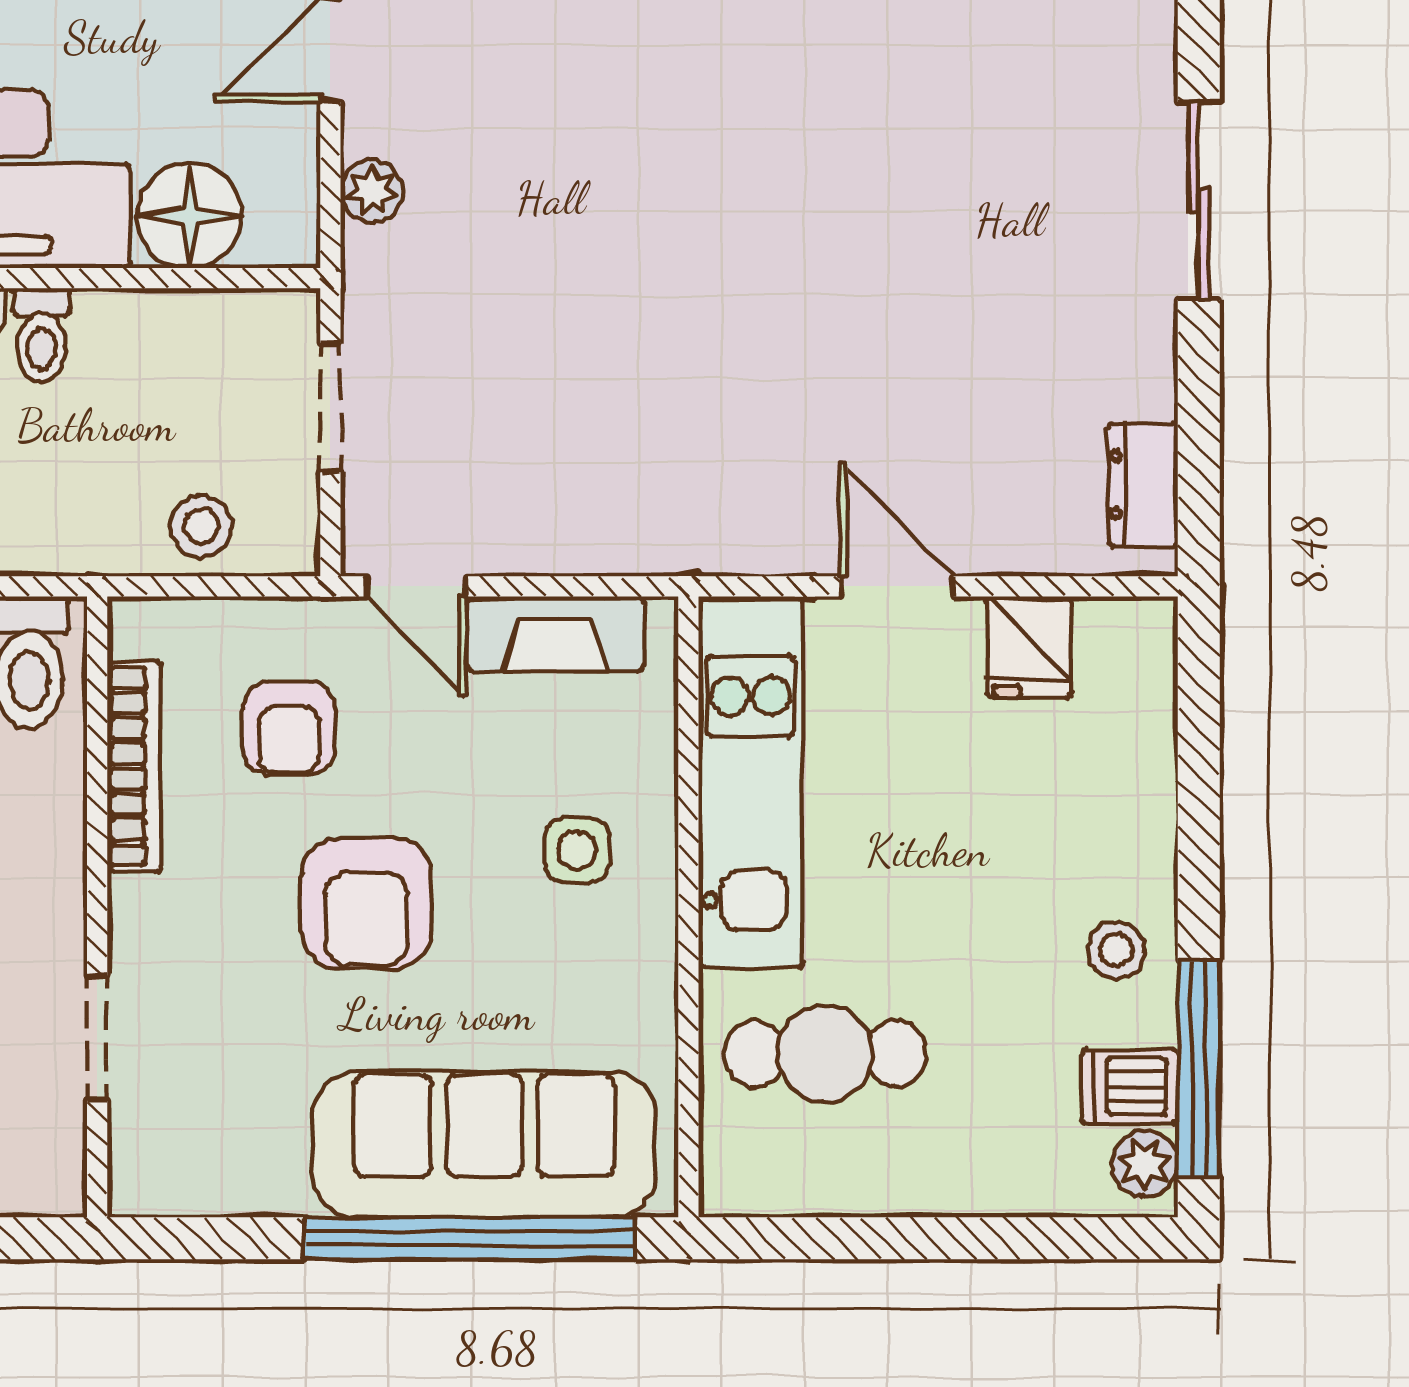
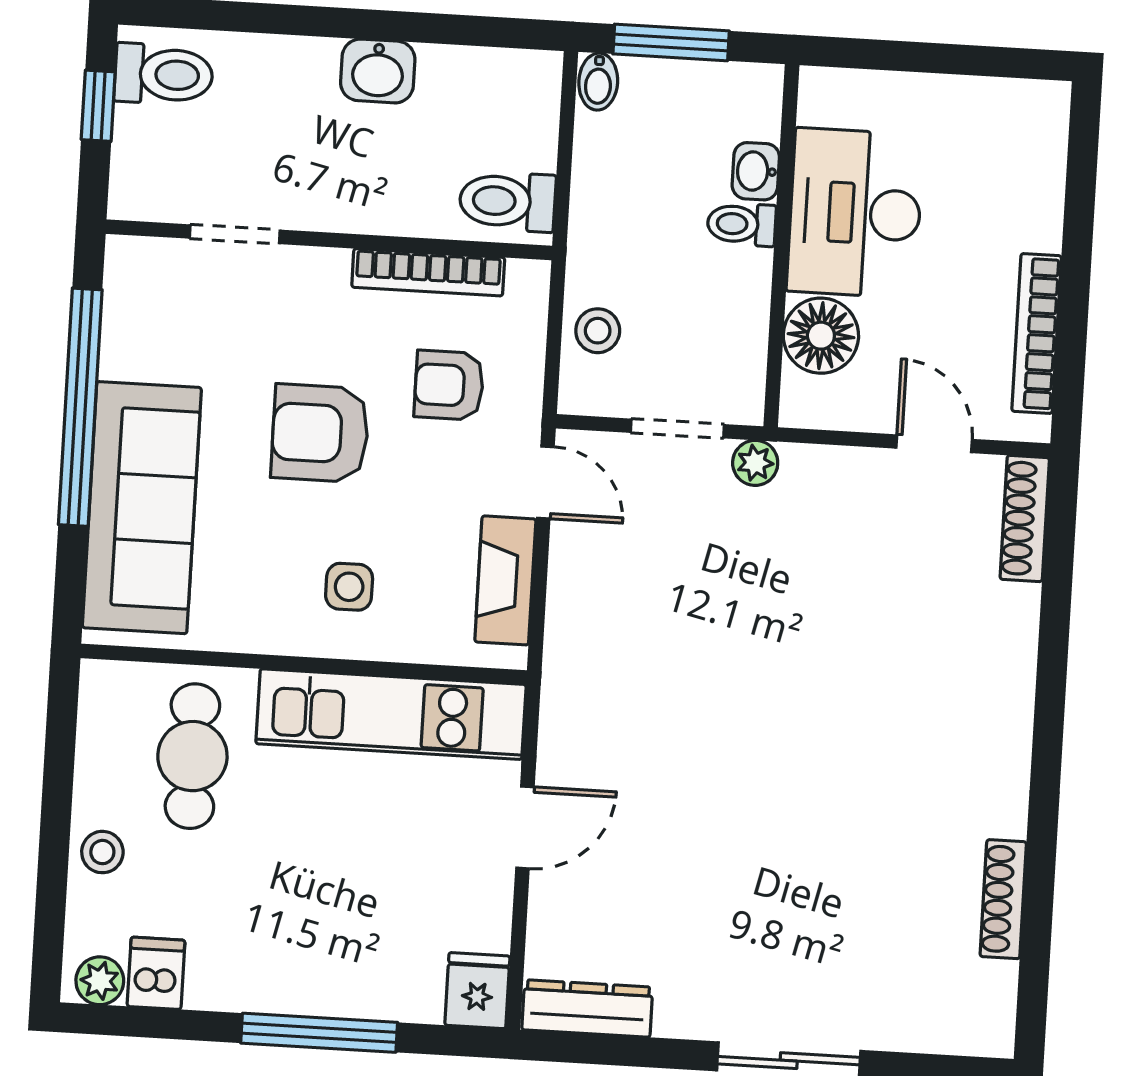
plant: (372, 191) -> (755, 463), moved
dresser: (1143, 485) -> (587, 1009), width x1.44
door: (416, 586) -> (545, 482), swing flipped
fridge: (1029, 647) -> (477, 991), moved, turned 90
stool: (1116, 950) -> (102, 852), moved
window: (1199, 1068) -> (319, 1033), moved
window: (470, 1238) -> (80, 407), moved

